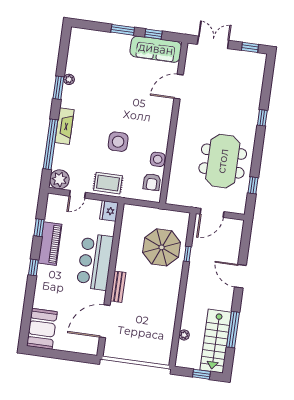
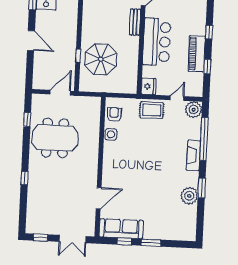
plant: (69, 79) -> (189, 196), width x1.88, depth x1.88
side table: (118, 142) -> (146, 146), removed
meeting table: (223, 161) -> (55, 138), turned 90

